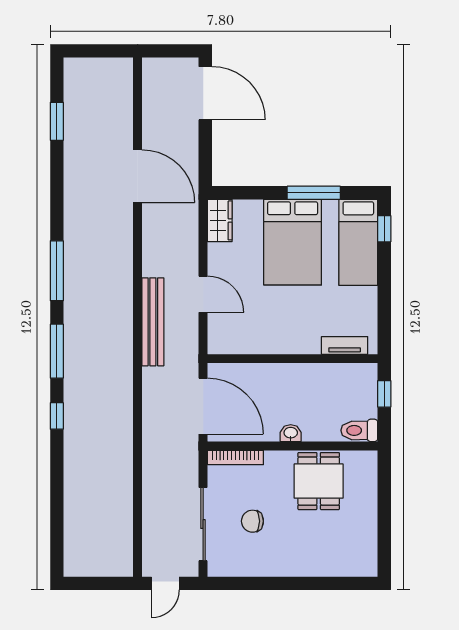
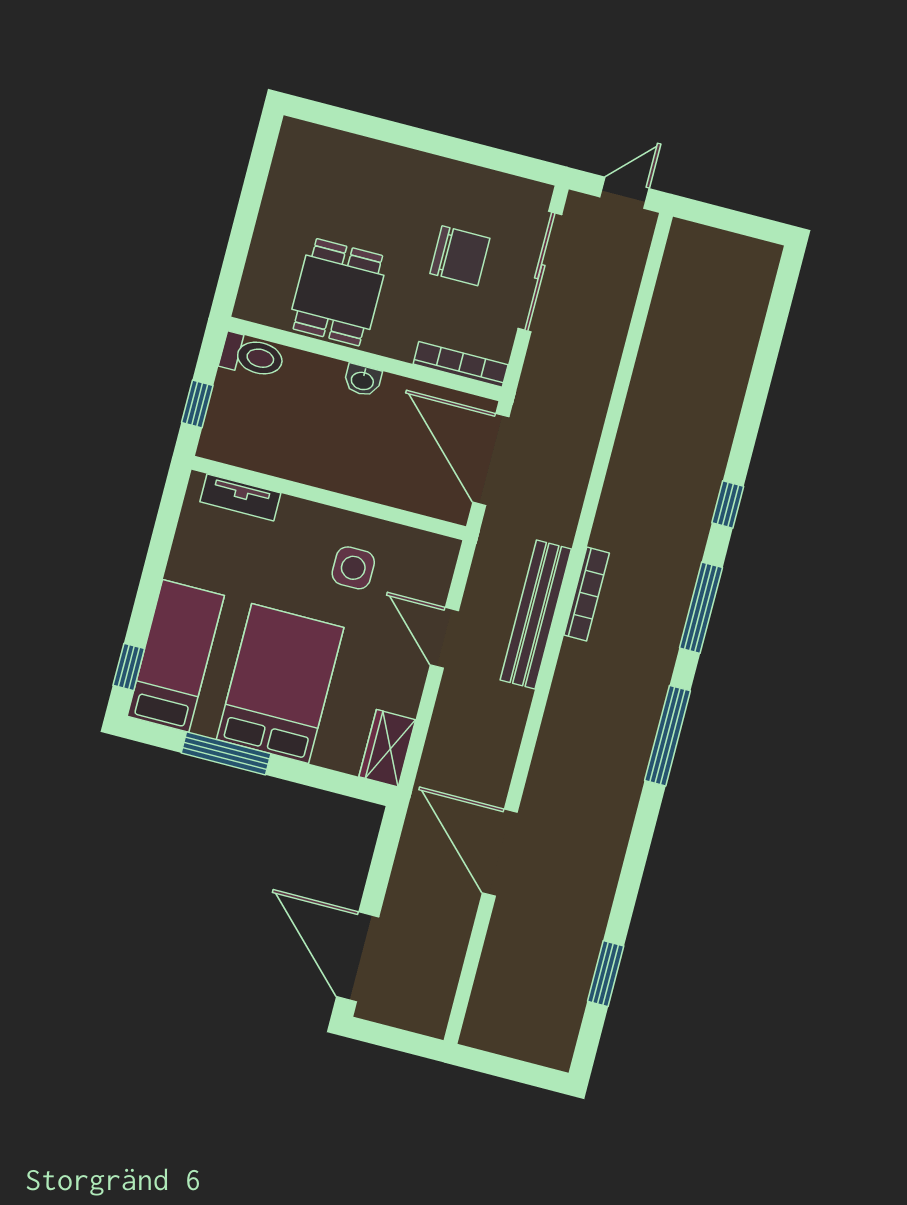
side table: (267, 321) -> (353, 568), added
bookcase: (126, 342) -> (587, 594), added
chair: (252, 521) -> (460, 256), width x1.37, depth x1.37

